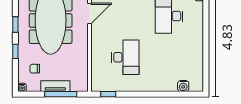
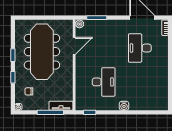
tv unit: (55, 86) -> (61, 106), moved
water cooler: (183, 86) -> (124, 106), moved

